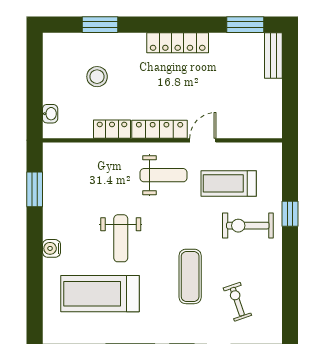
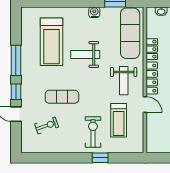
exercise mat: (86, 165) -> (130, 33), added
treadmill: (229, 183) -> (119, 120), turned 180
water cooler: (51, 248) -> (94, 12), moved
treadmill: (100, 294) -> (51, 42), turned 180

